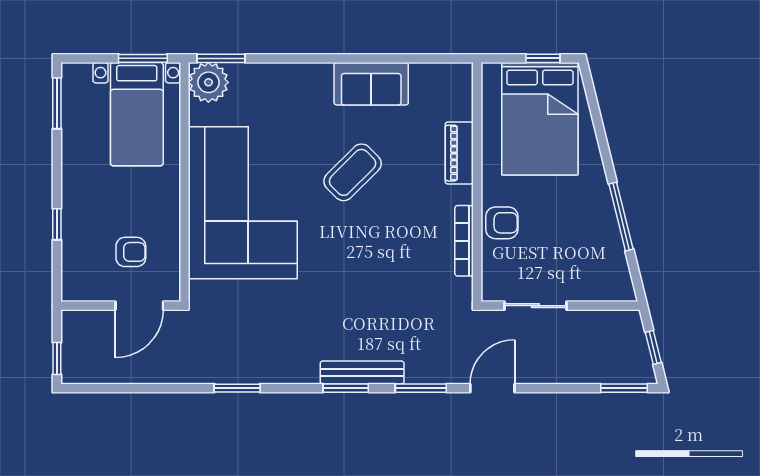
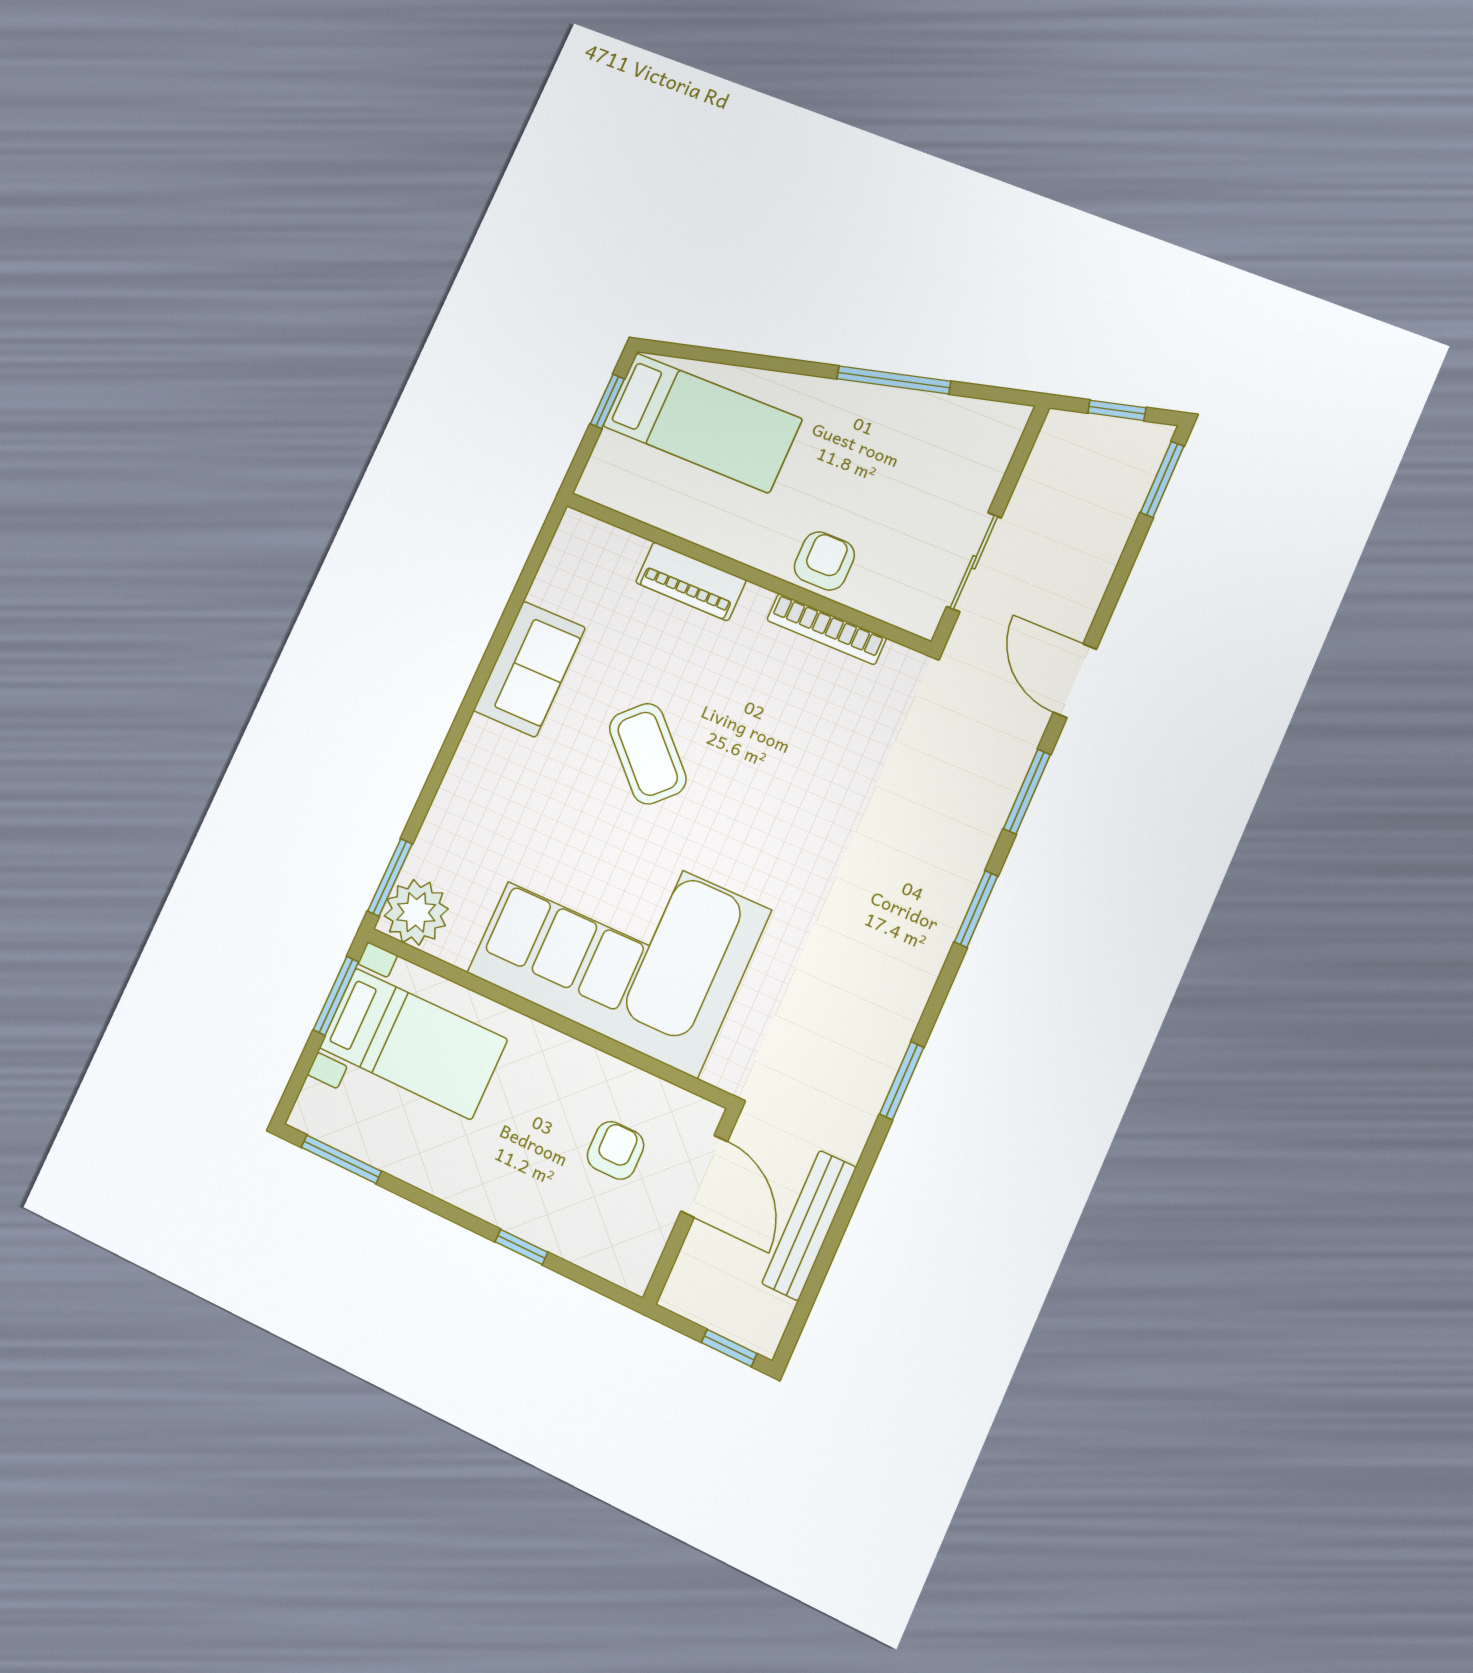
bed: (540, 119) -> (702, 423), width x0.67
bench: (362, 372) -> (809, 1225), moved

